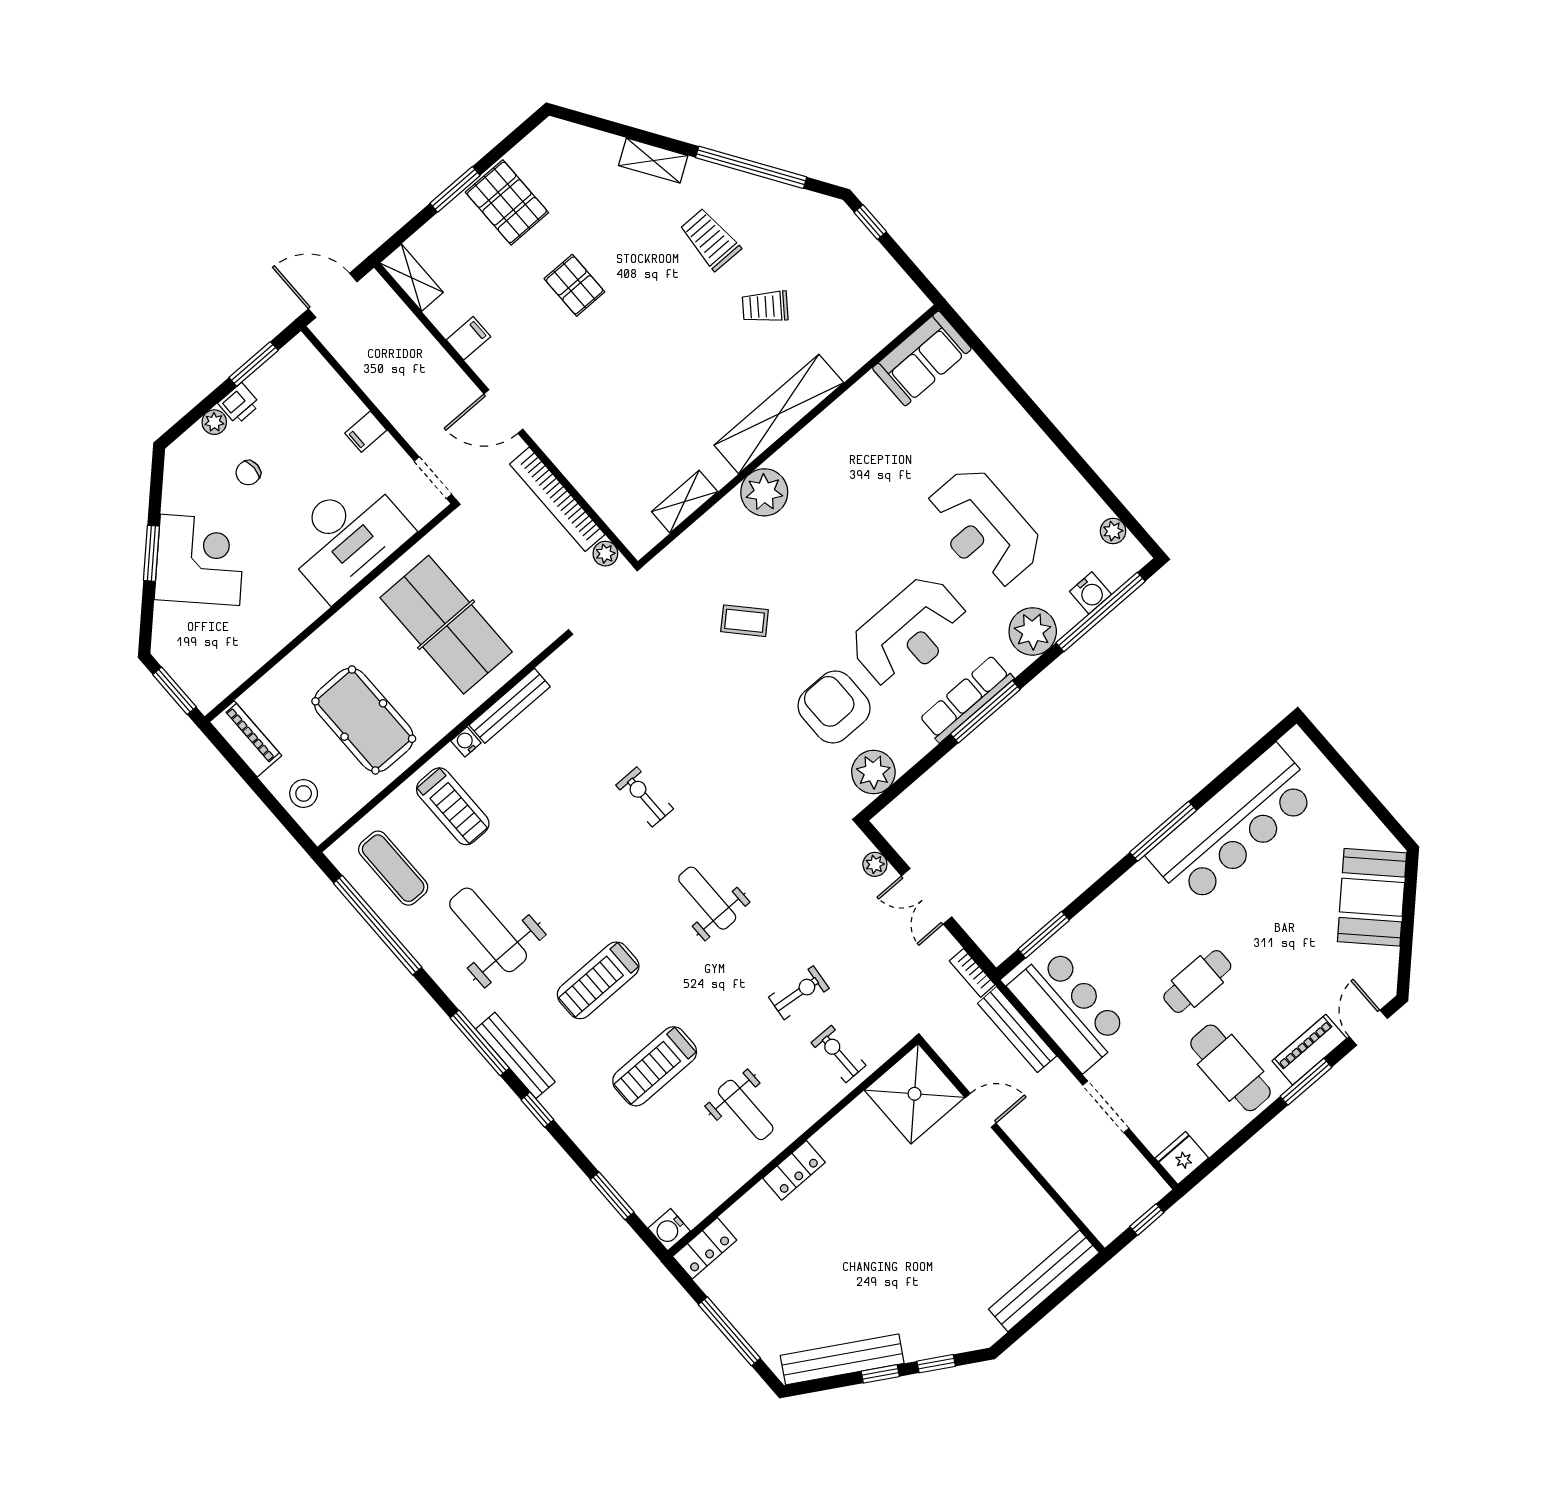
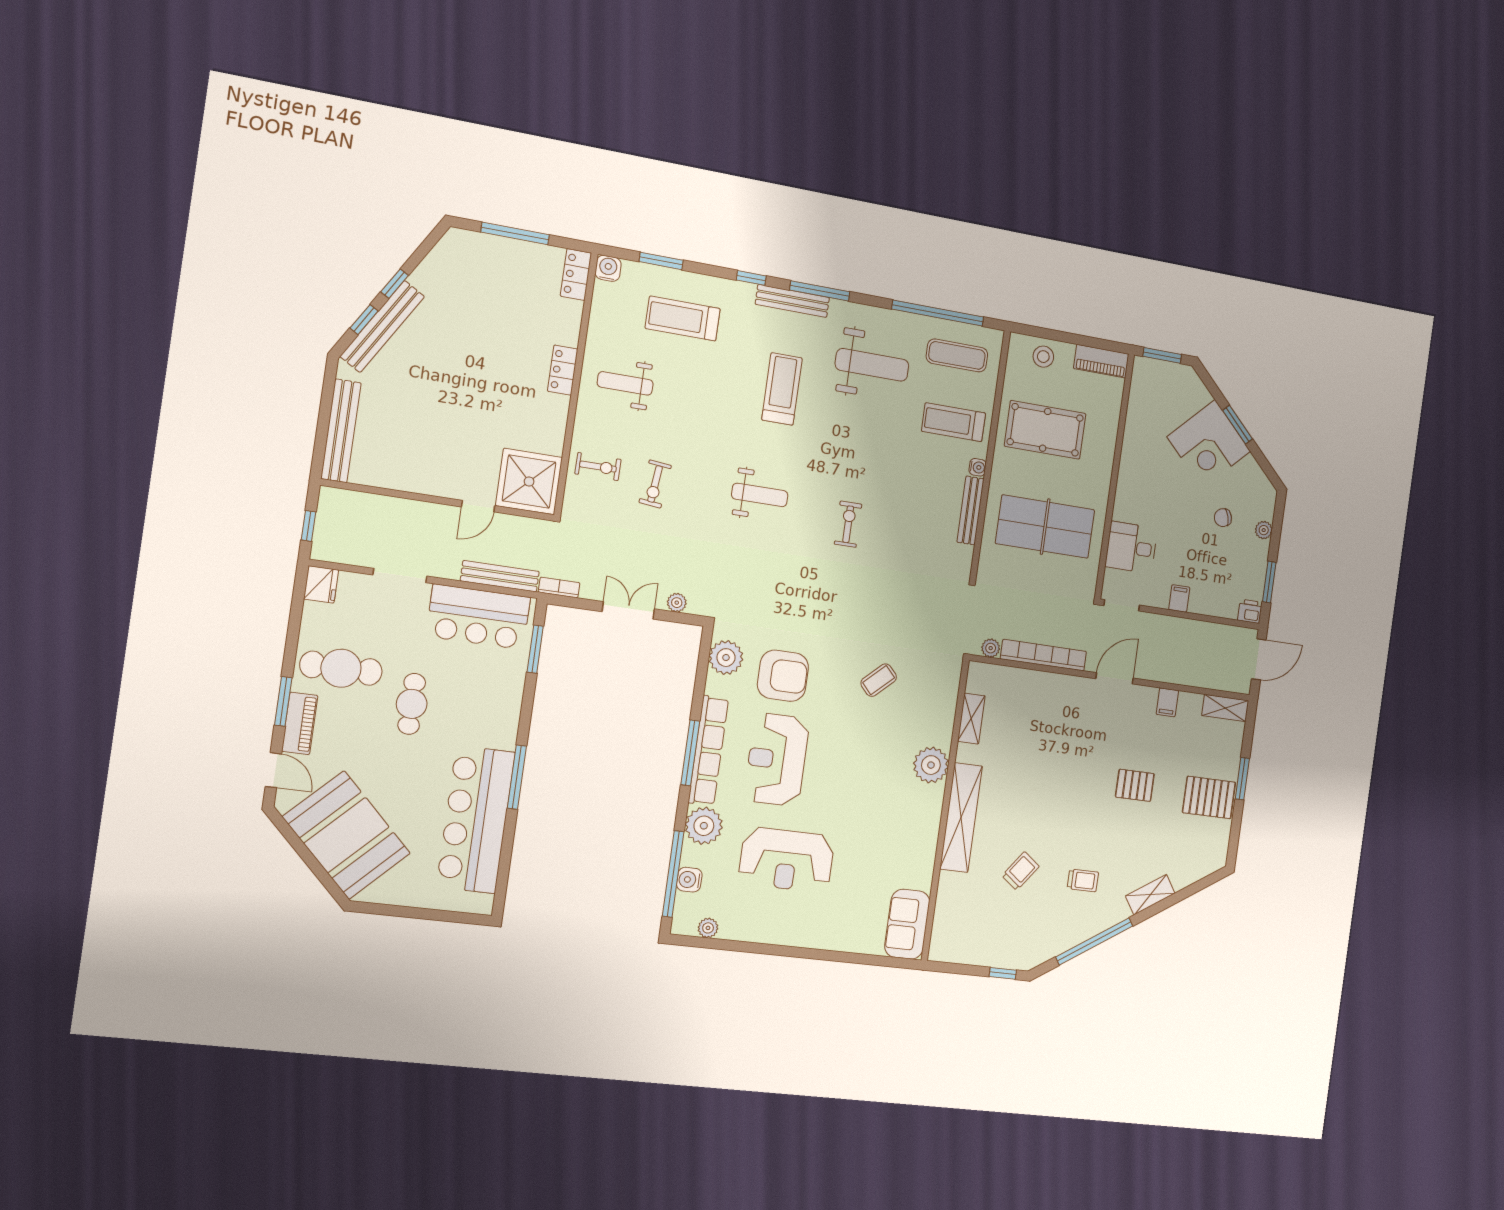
trolley: (710, 239) -> (1083, 880), width x0.73, depth x0.72
printer: (239, 404) -> (1250, 611), moved, turned 90
chair: (248, 473) -> (1223, 518), turned -107
reception desk: (983, 528) -> (786, 860), turned 180
desk: (346, 537) -> (1131, 547), width x0.53, depth x0.77
row of seats: (966, 699) -> (708, 750), width x1.36
exercise bike: (645, 797) -> (848, 524), turned -90
booth: (1372, 897) -> (347, 835), width x1.36, depth x1.42
treadmill: (655, 1066) -> (683, 318), moved, turned -90
bench: (842, 1359) -> (382, 326), moved

